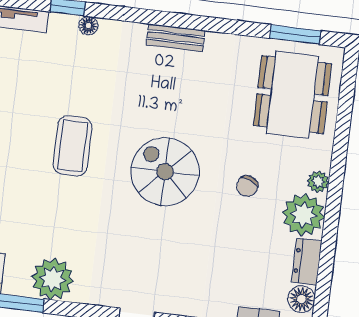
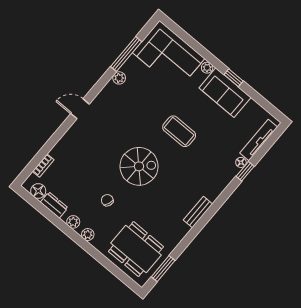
floor lamp: (88, 26) -> (241, 162), moved
plant: (303, 215) -> (73, 222), width x0.53, depth x0.53
plant: (53, 279) -> (119, 78), width x0.53, depth x0.53

